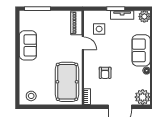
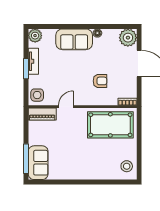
side table: (99, 29) -> (37, 95), moved
sofa: (28, 45) -> (38, 163), moved, turned 90

